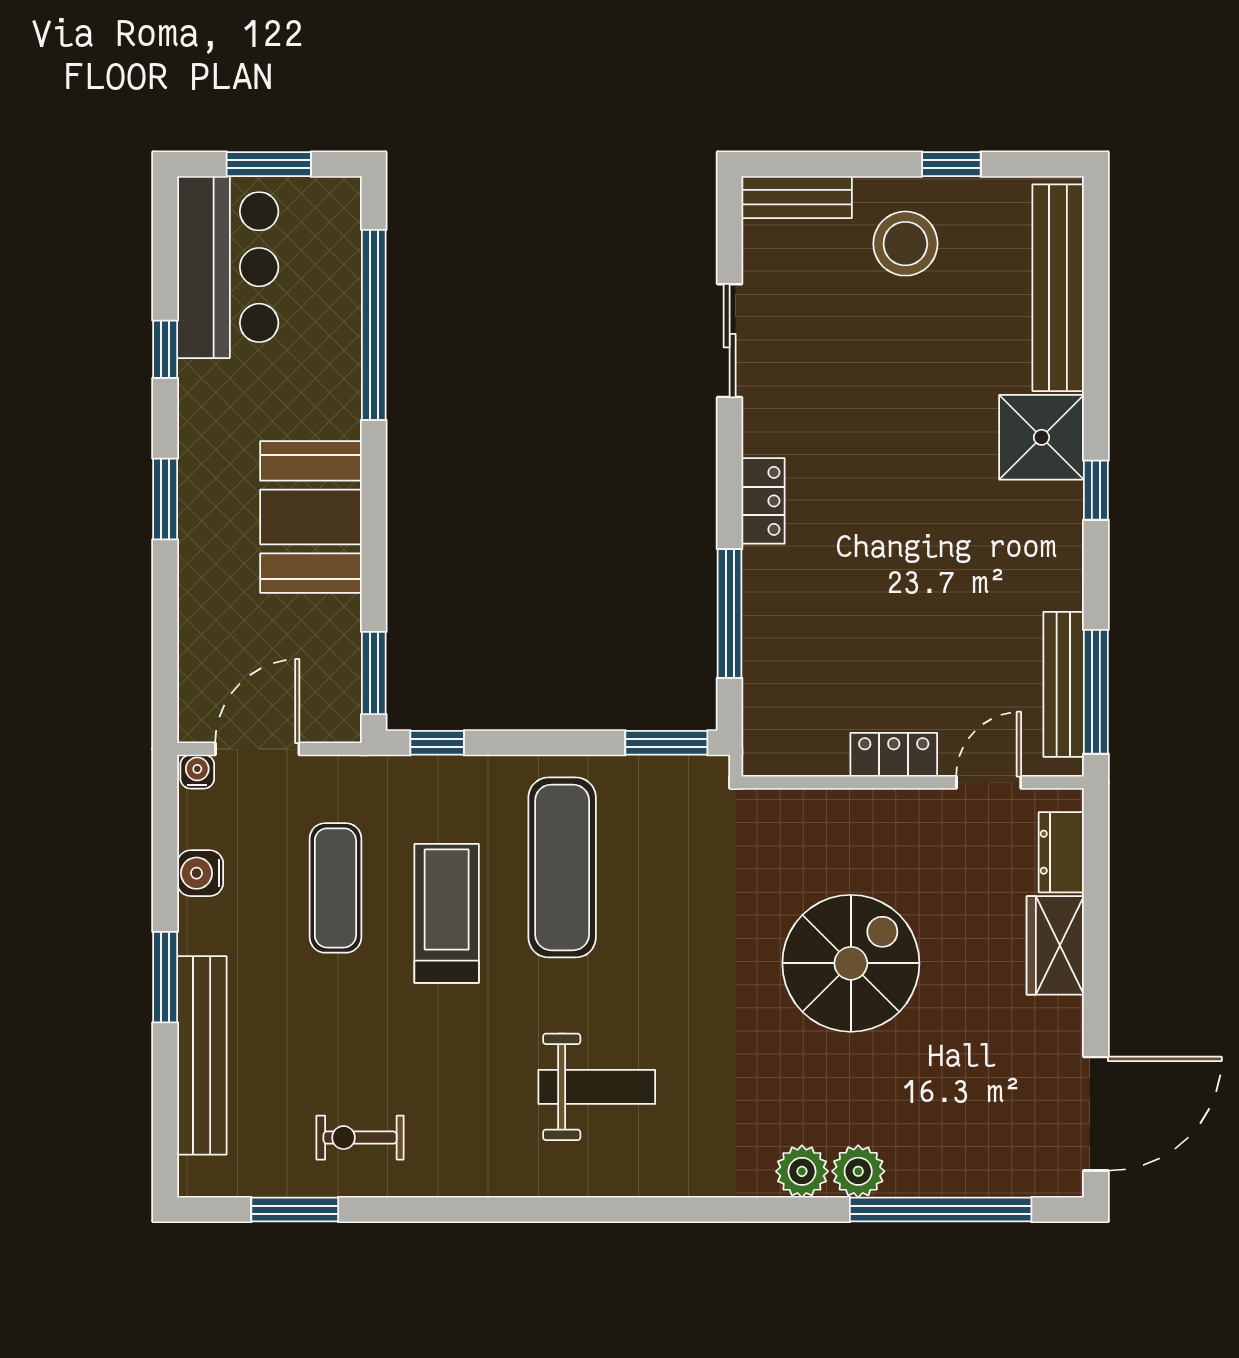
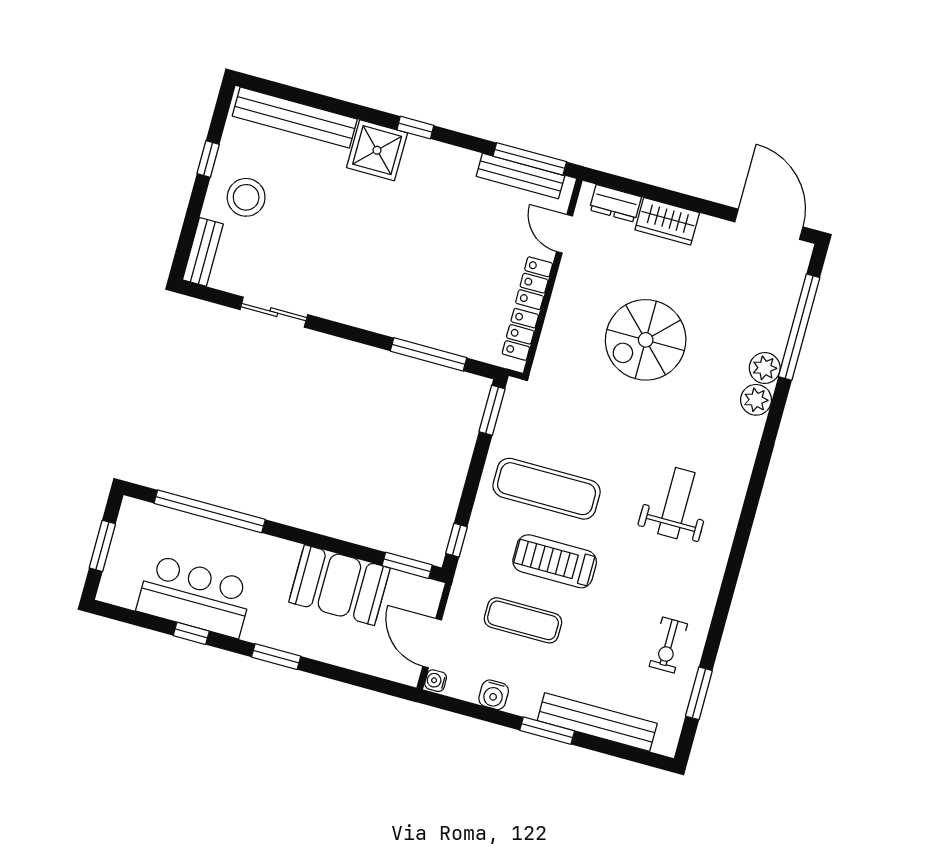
bar counter: (228, 267) -> (195, 596), moved
locker: (763, 501) -> (520, 334), moved, turned -90
booth: (311, 517) -> (339, 585), moved
spiral stairs: (851, 963) -> (646, 340), turned -90

